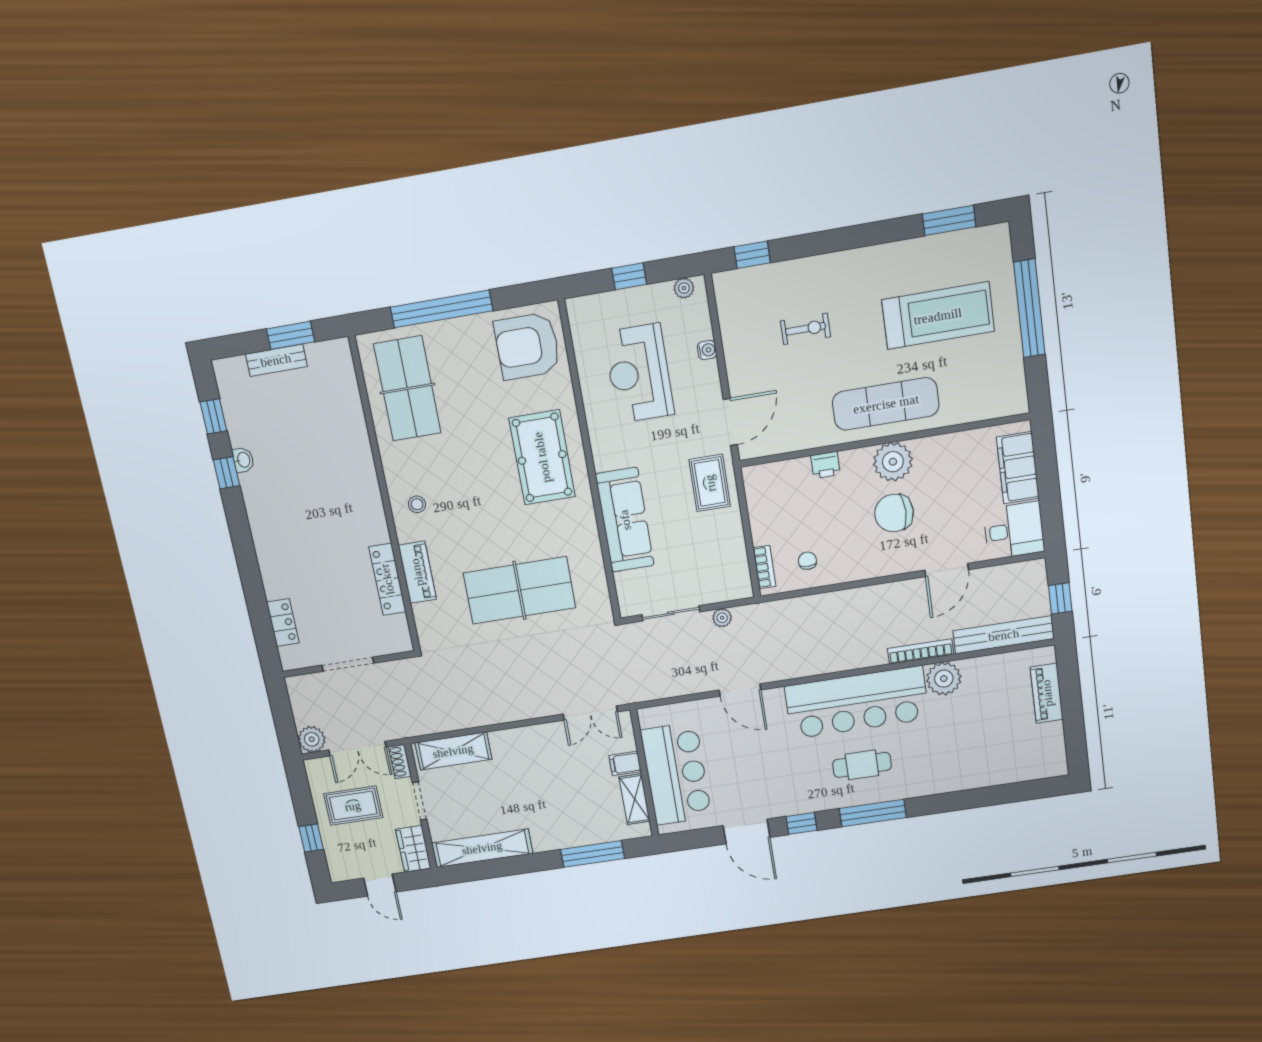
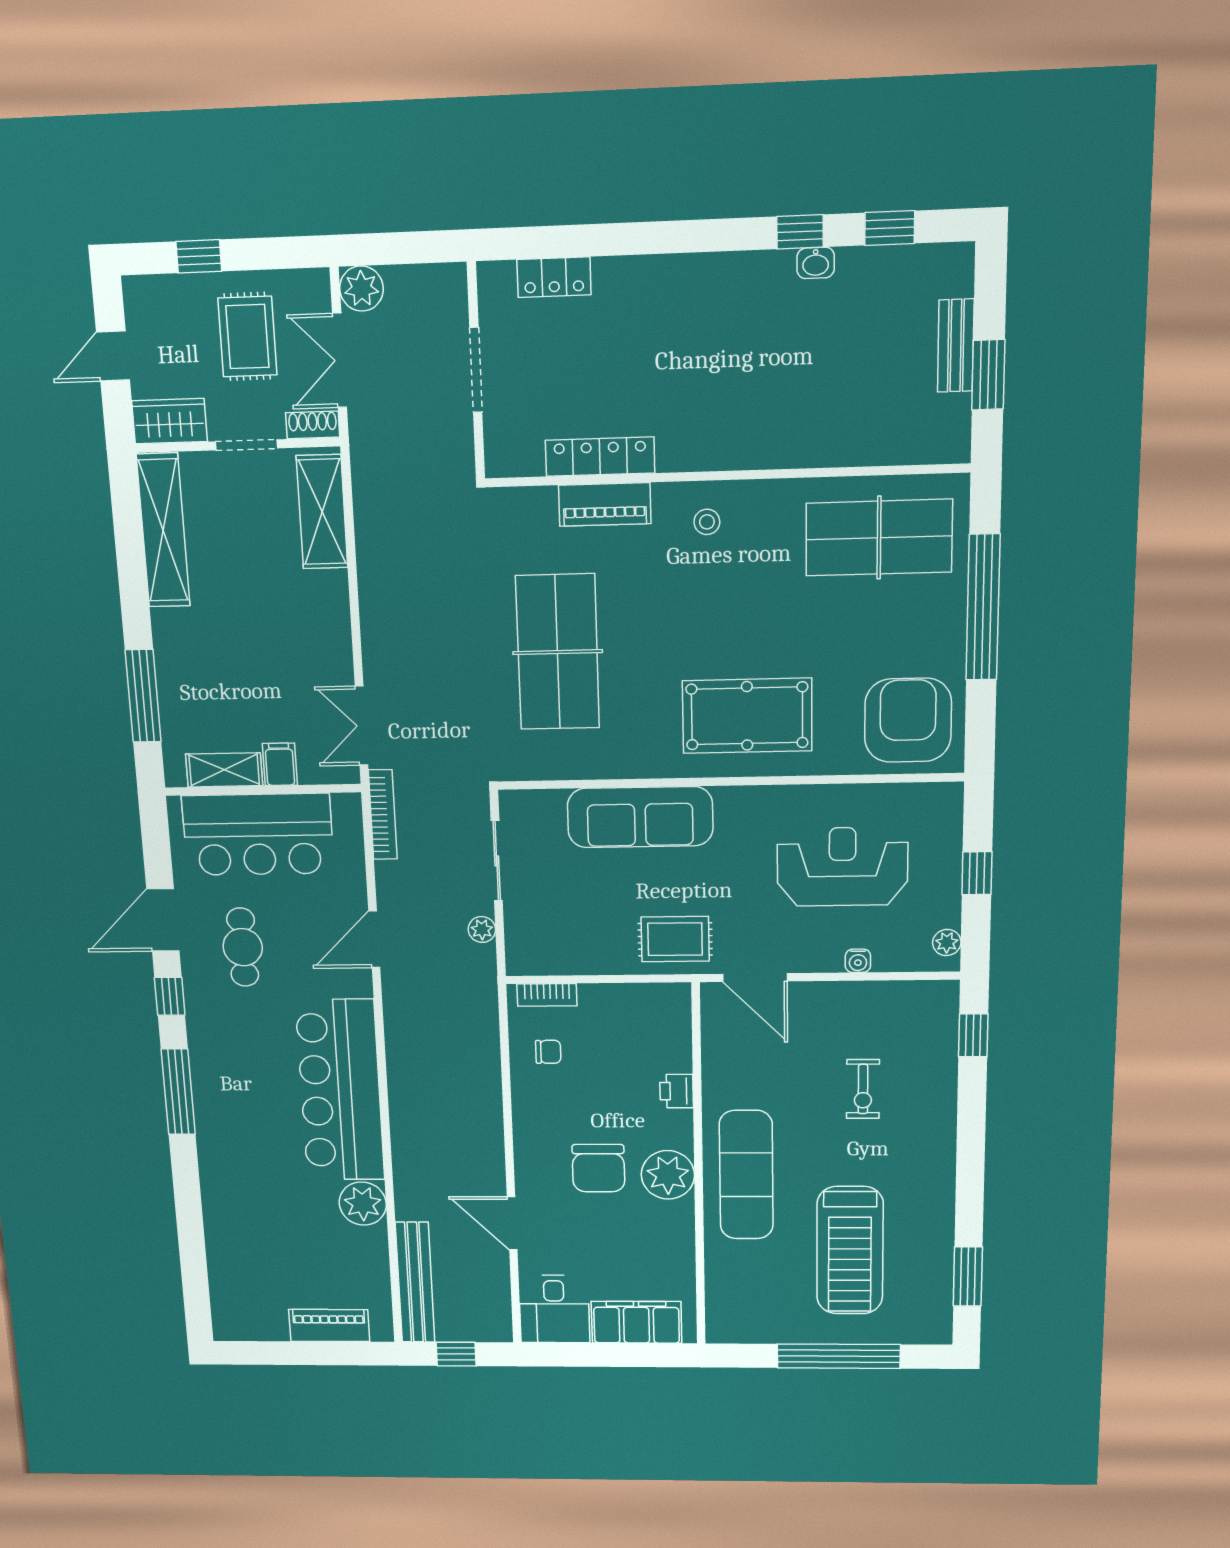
chair: (894, 513) -> (598, 1168), turned 180
bookcase: (921, 651) -> (383, 815), moved
cafe table: (862, 765) -> (243, 947), moved

